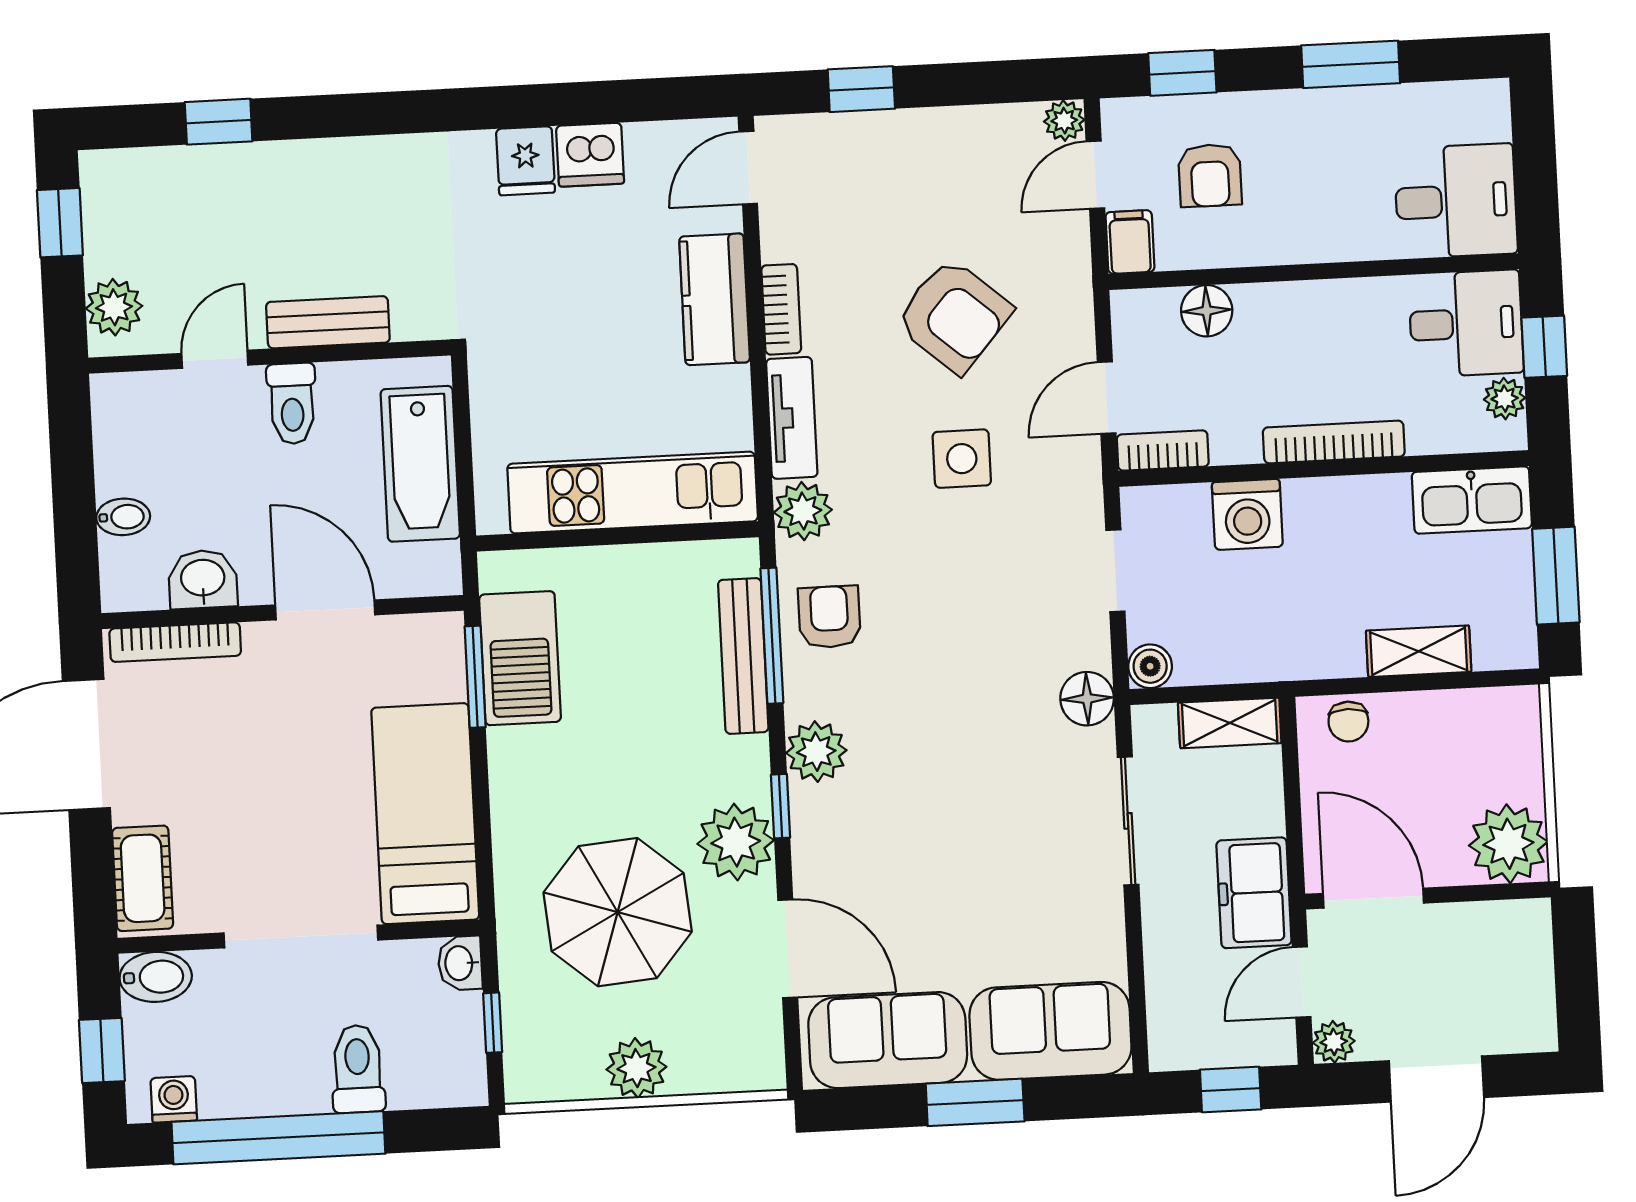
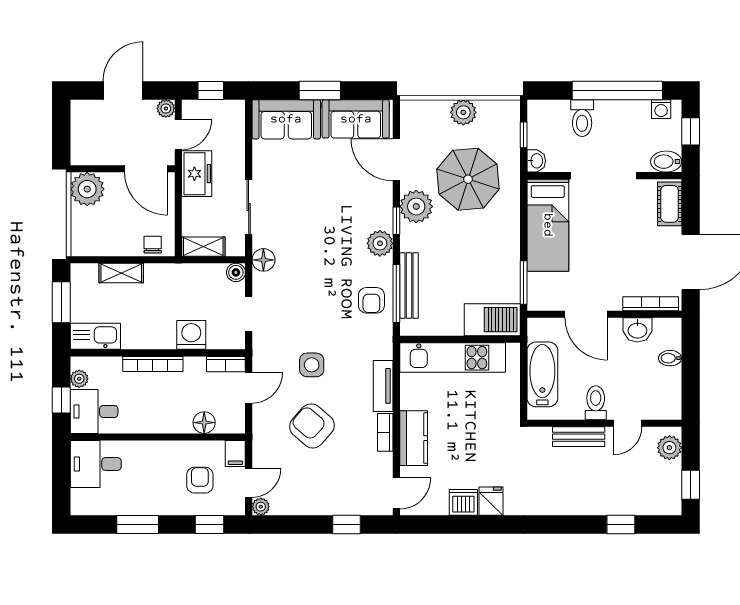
plant: (803, 511) -> (380, 346), removed
barbecue: (520, 658) -> (492, 320), moved, turned 90

